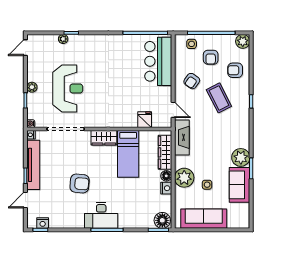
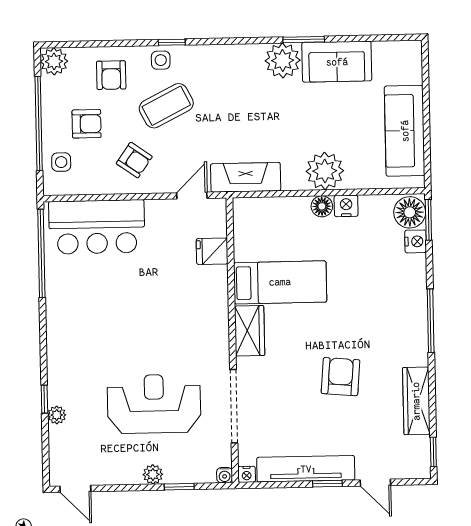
wardrobe: (165, 152) -> (416, 401), moved, turned 90
side table: (207, 185) -> (161, 60), moved
desk: (101, 215) -> (402, 333), removed
nightstand: (43, 223) -> (416, 241), moved

